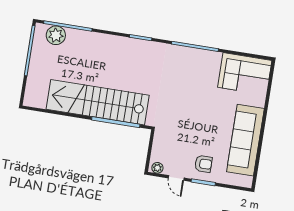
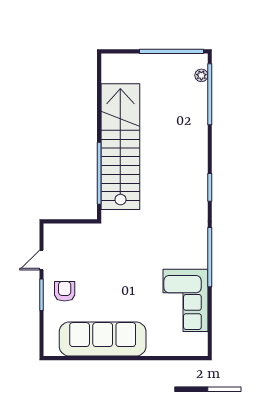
plant: (56, 35) -> (201, 75), width x0.53, depth x0.53
corner sofa: (245, 74) -> (185, 300), moved
armchair: (203, 164) -> (65, 291), turned 180
plant: (157, 168) -> (50, 235), removed

